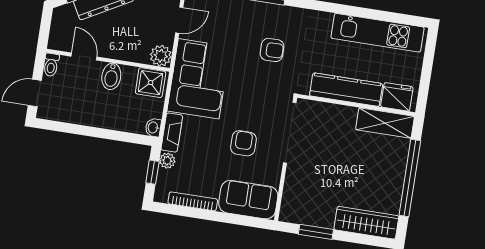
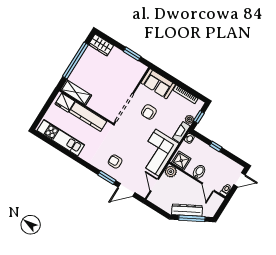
door: (179, 20) -> (154, 185), hinge flipped
armchair: (272, 50) -> (115, 162), moved
window: (101, 133) -> (216, 146), added
wardrobe: (366, 223) -> (101, 45), width x0.67

